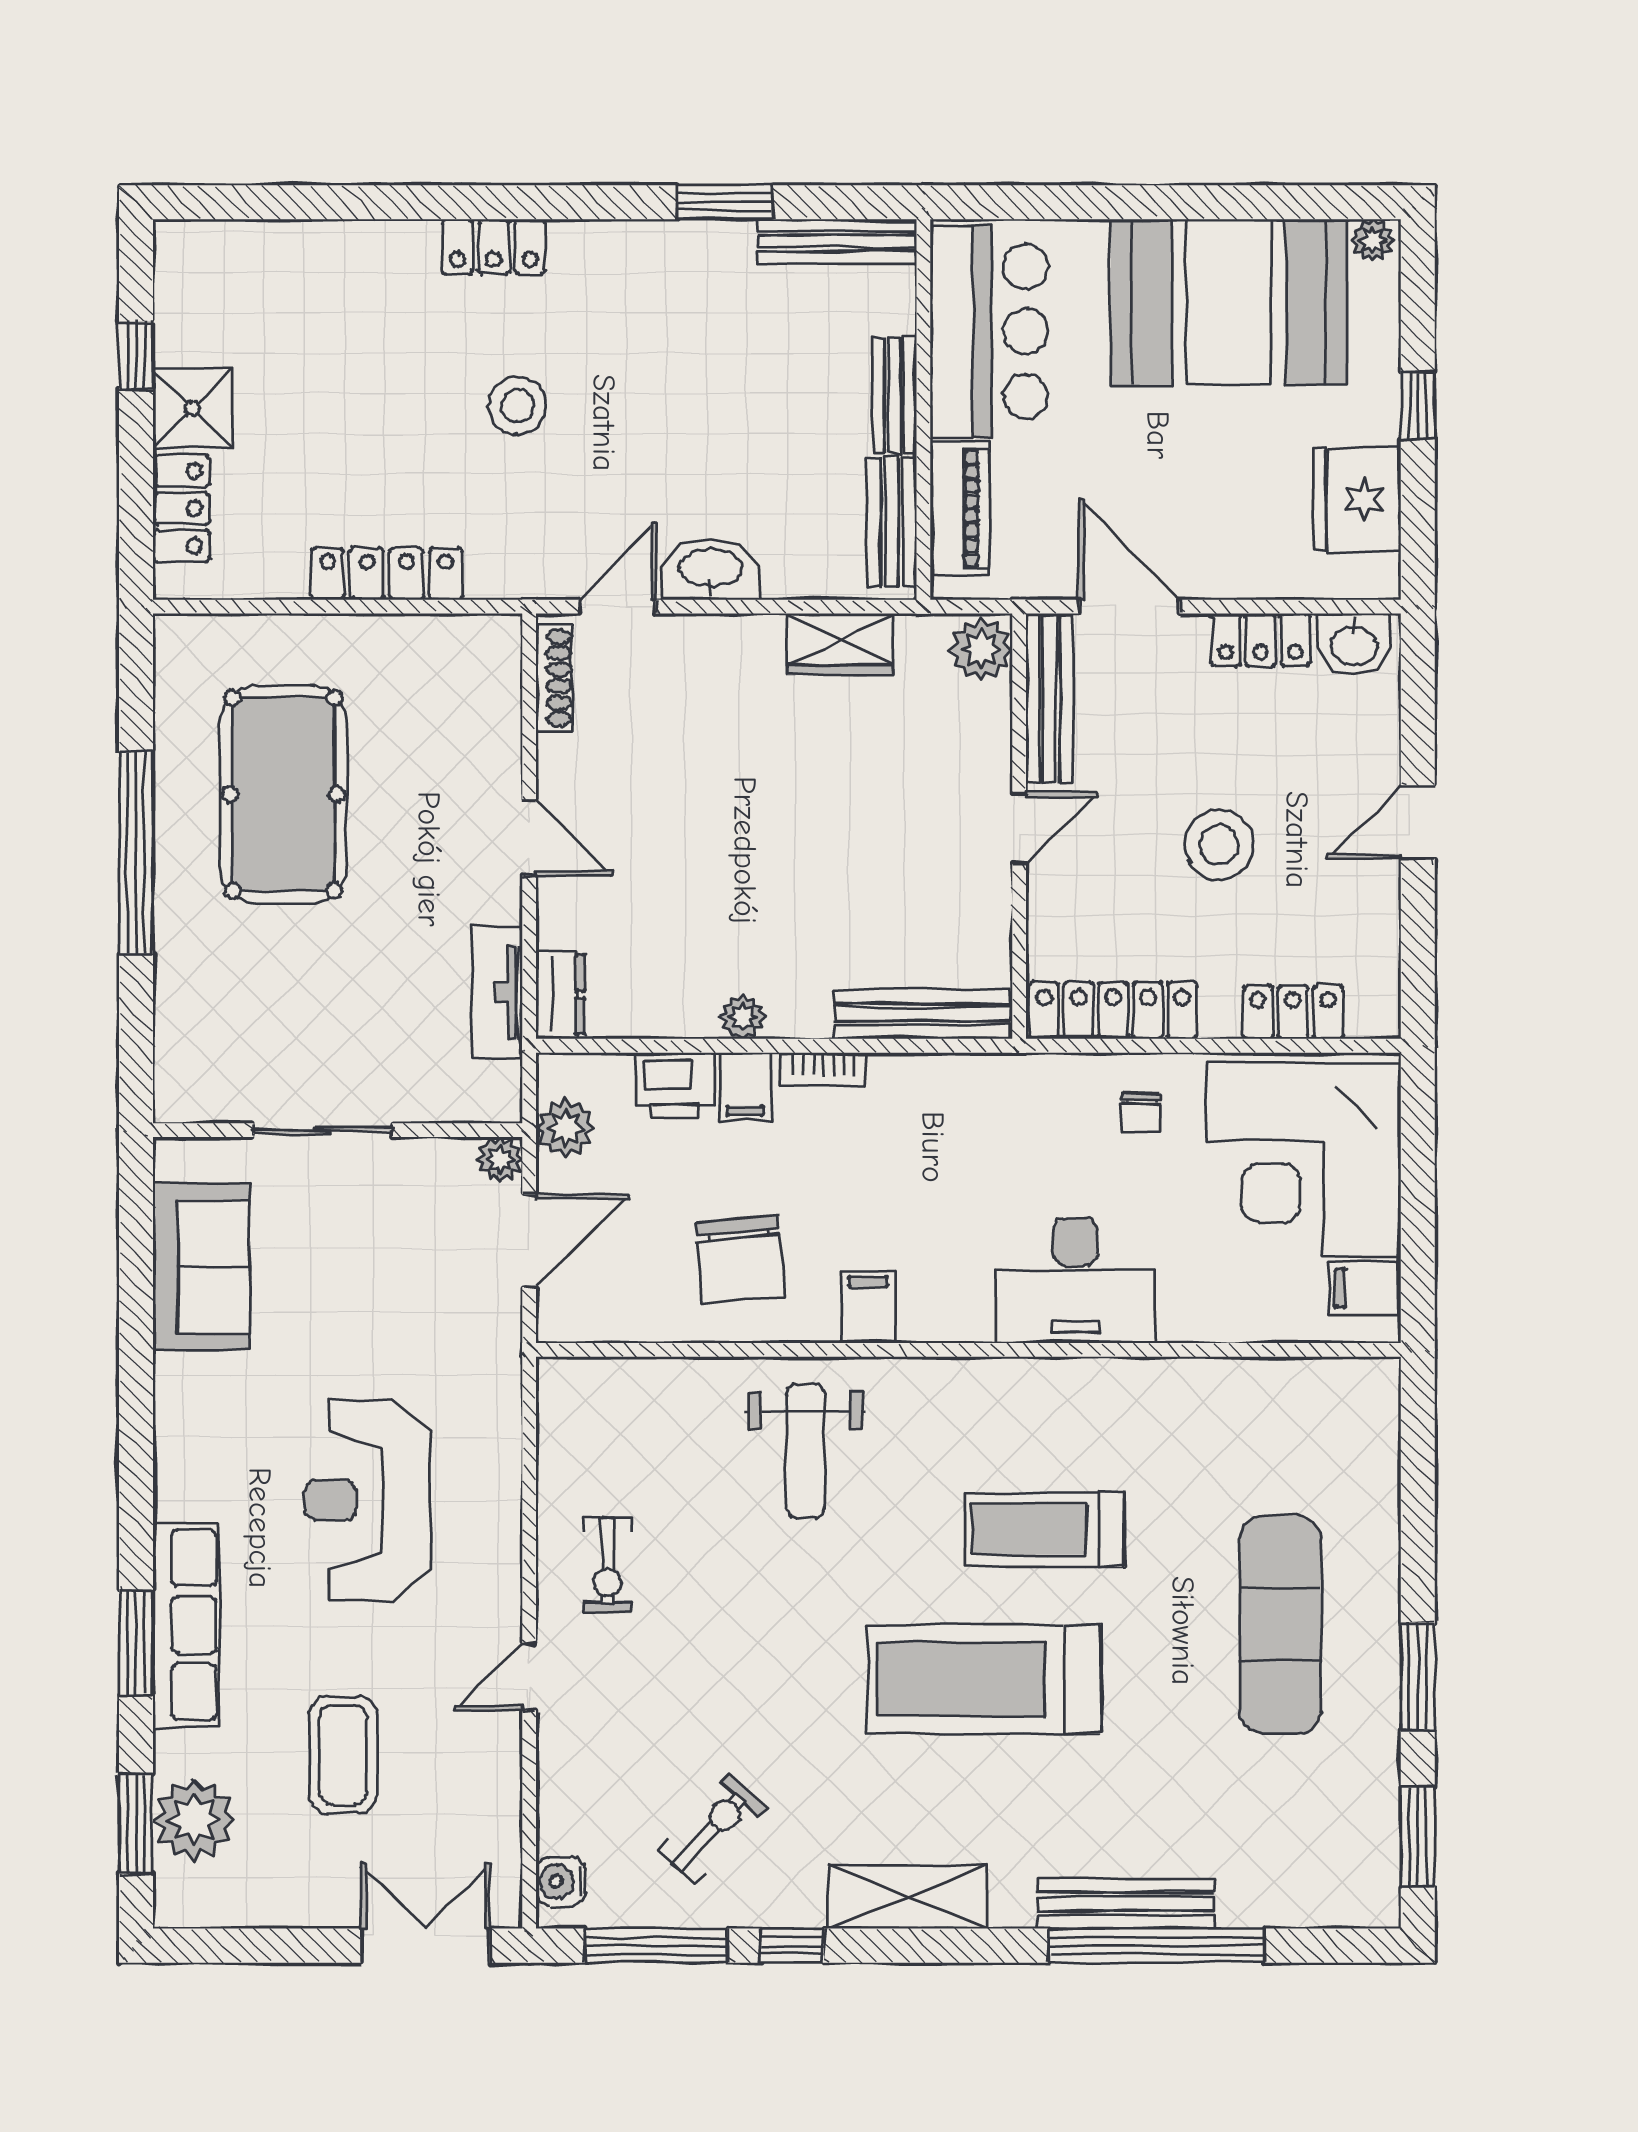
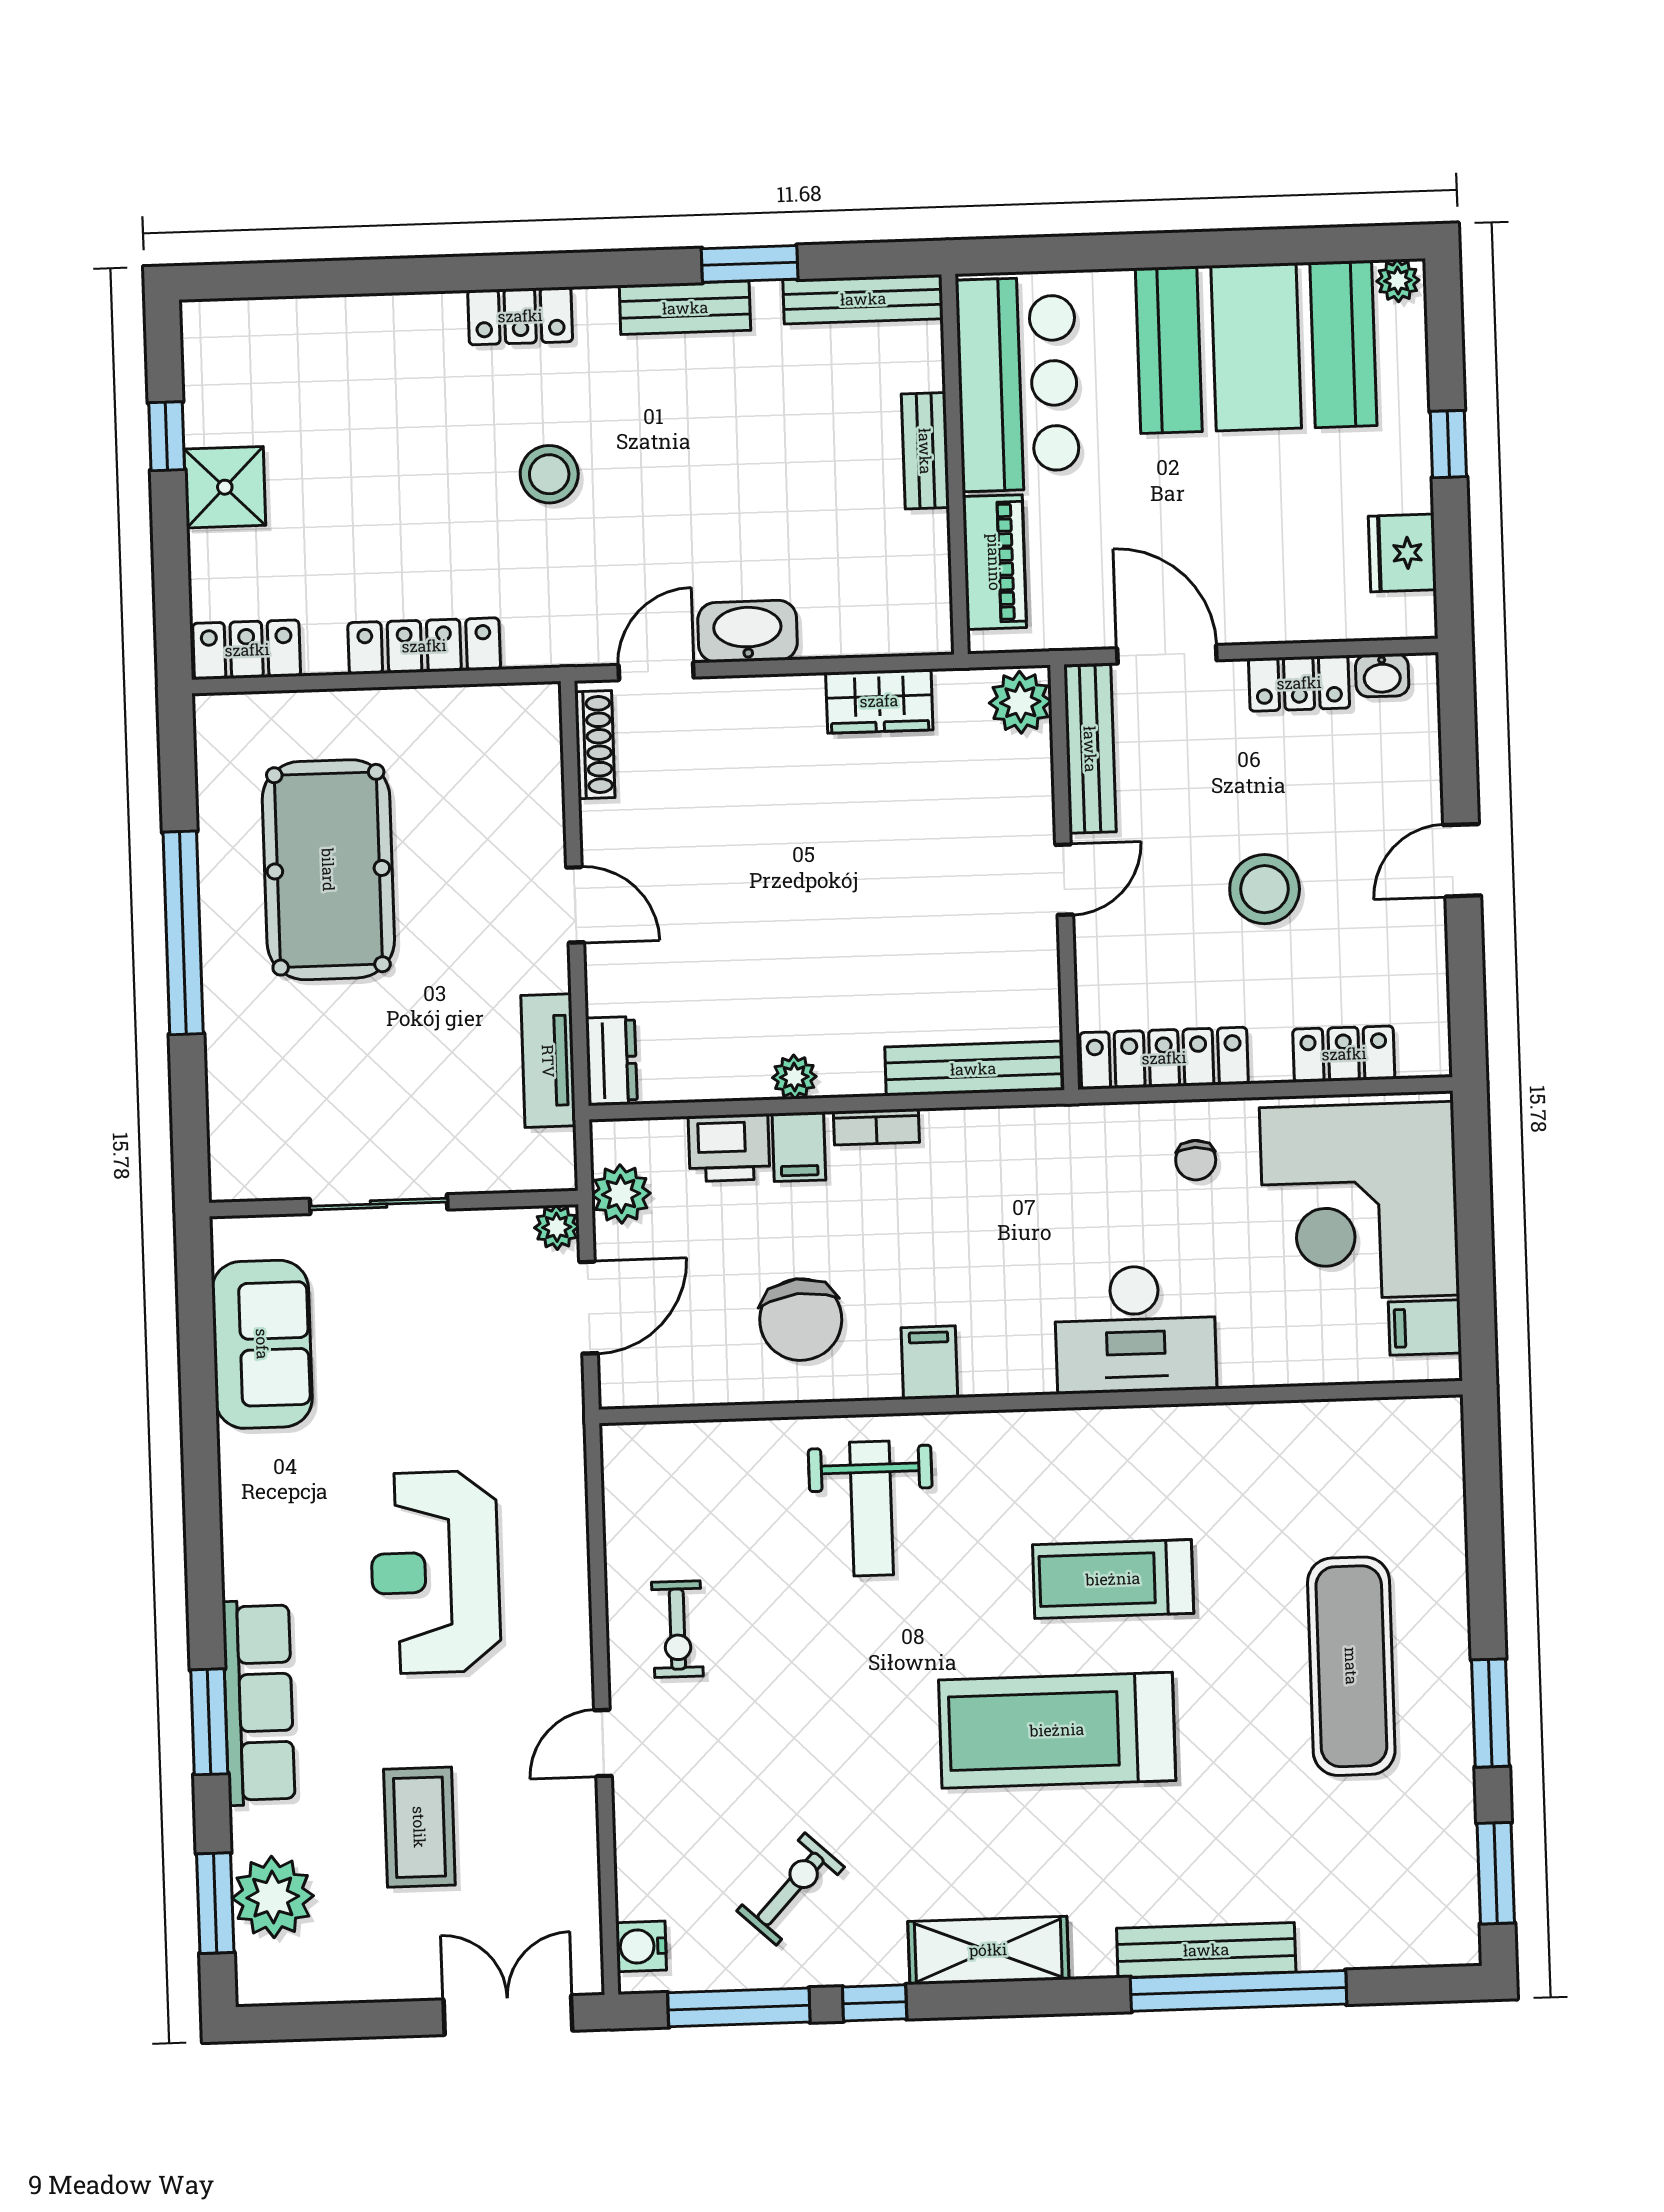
fridge: (1357, 499) -> (1402, 553), width x0.73, depth x0.75
locker: (181, 508) -> (247, 650), moved, turned -90
bench: (892, 522) -> (685, 308), moved, turned 90
washbasin: (1354, 644) -> (1382, 675), width x0.72, depth x0.69

